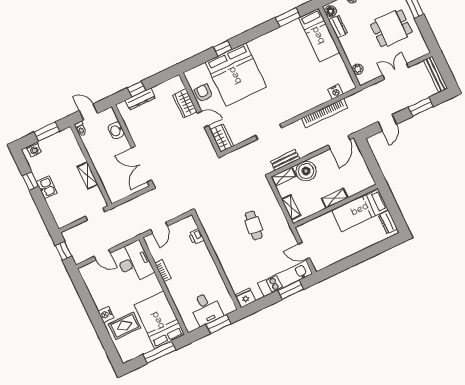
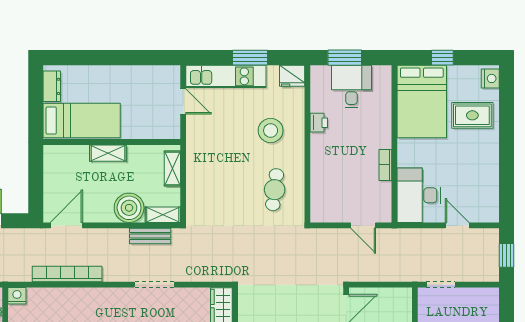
nightstand: (336, 92) -> (17, 296), moved
cafe table: (254, 225) -> (275, 190), moved
door: (159, 228) -> (363, 225), swing flipped
printer: (196, 237) -> (319, 123), moved
stool: (243, 259) -> (271, 131), added
window: (291, 290) -> (250, 58), moved
nightstand: (106, 314) -> (490, 78), moved
window: (159, 352) -> (442, 58), width x0.46

